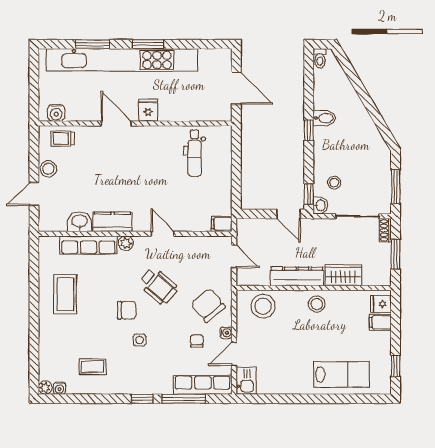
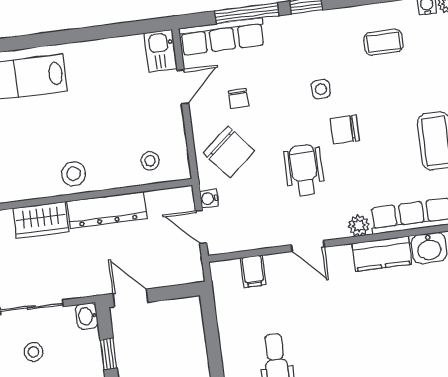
stool: (334, 183) -> (33, 352), moved
window: (309, 194) -> (109, 354), moved
filing cabinet: (222, 224) -> (253, 271), moved, turned 90
wheelchair: (158, 286) -> (304, 170), turned 49
stool: (263, 306) -> (150, 161), width x0.53, depth x0.53
water cooler: (226, 333) -> (209, 199), moved

